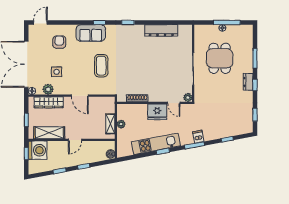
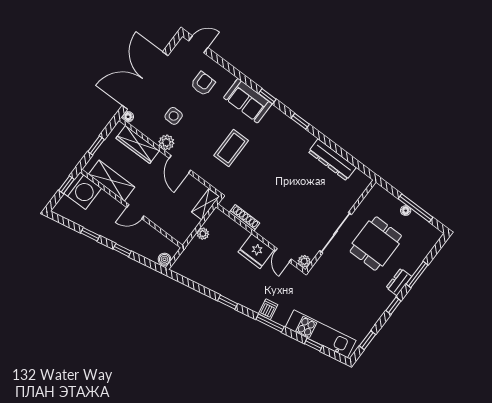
dresser: (248, 82) -> (399, 282), moved
plant: (48, 89) -> (166, 142), moved
shelving: (110, 124) -> (205, 204), moved
dishwasher: (198, 137) -> (268, 309), moved
kitchen unit: (156, 144) -> (321, 334), moved

